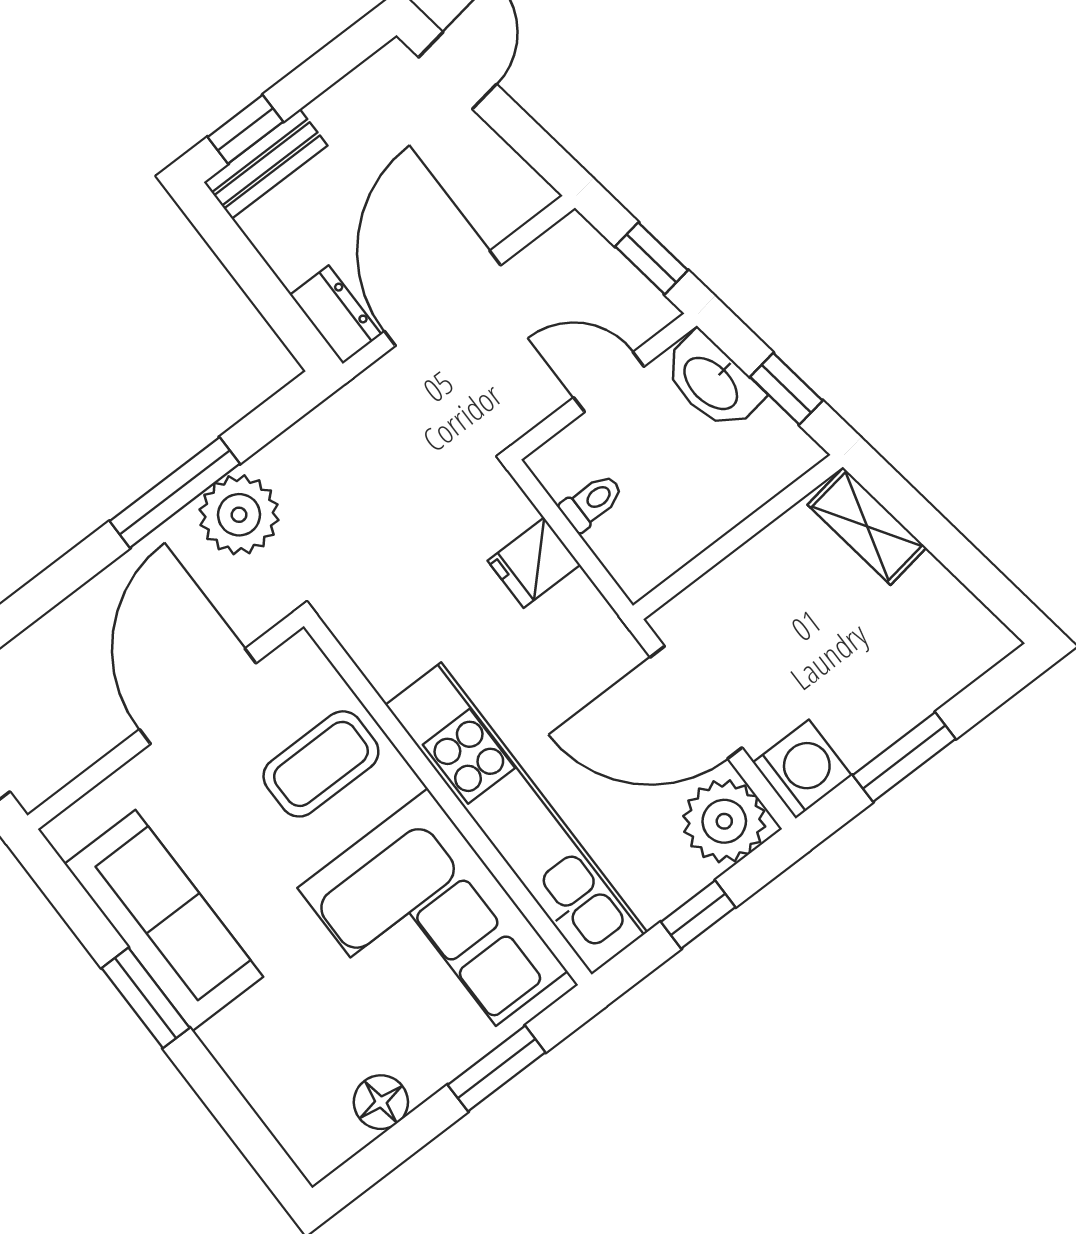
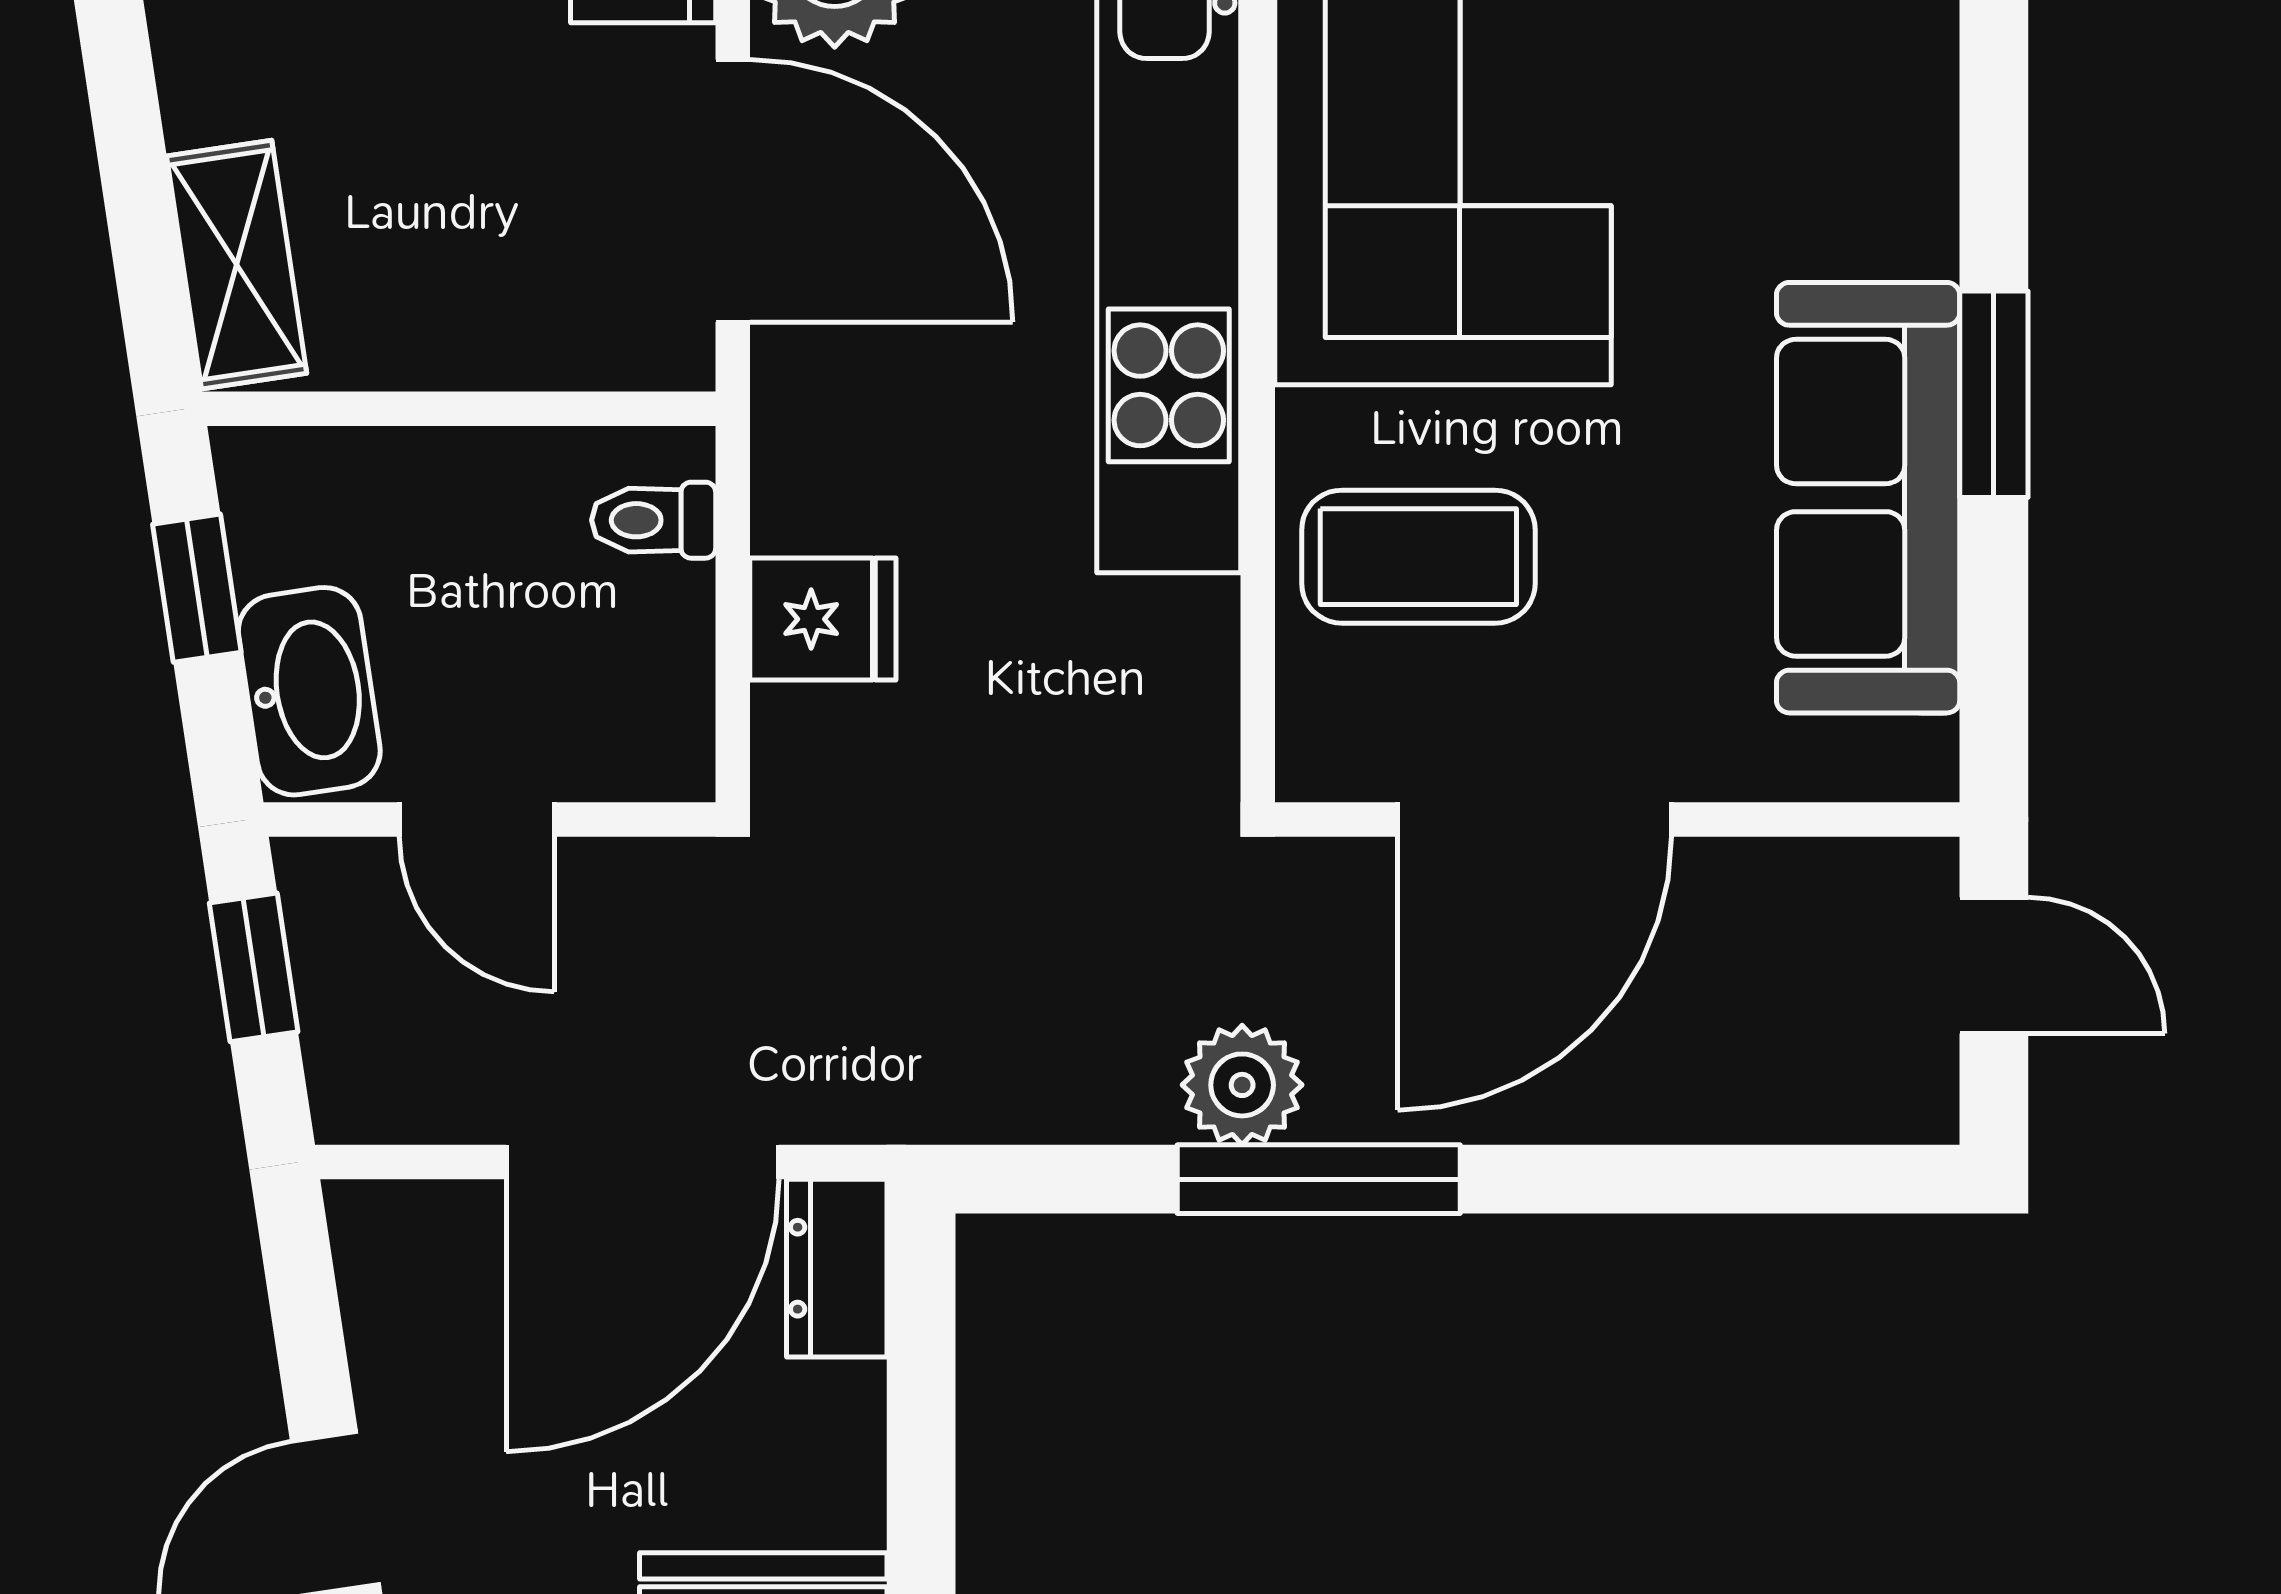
toilet: (592, 502) -> (654, 520), moved
plant: (239, 515) -> (1242, 1085), width x0.73, depth x0.73

